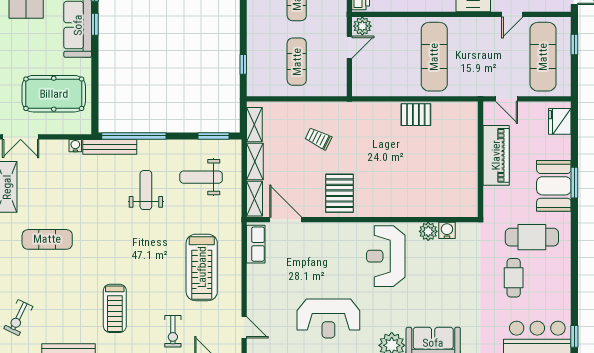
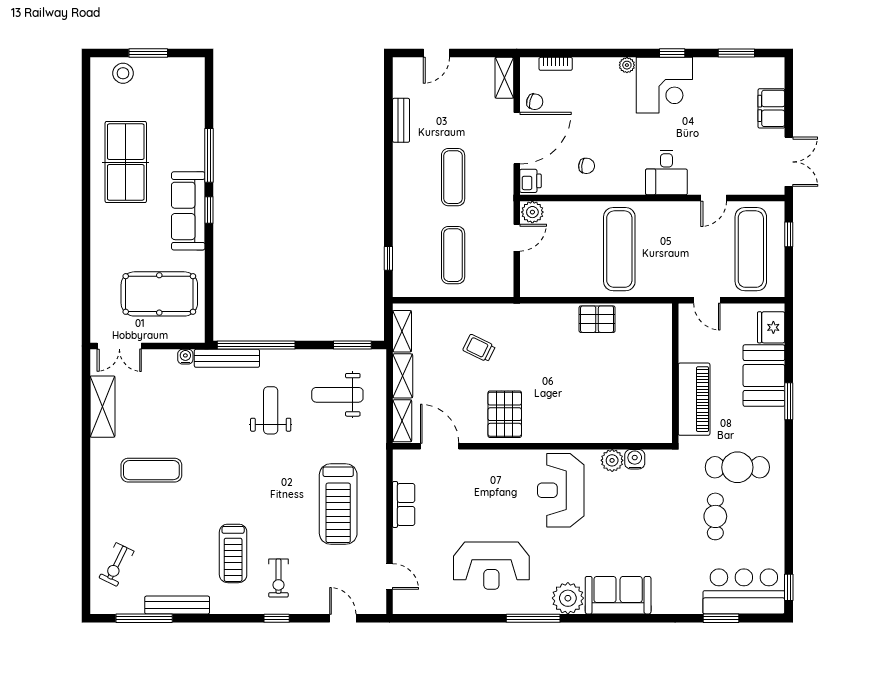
piano: (496, 155) -> (694, 399), moved
booth: (554, 186) -> (764, 376), moved
row of seats: (256, 244) -> (404, 504), moved
exercise bike: (173, 331) -> (278, 578), moved

